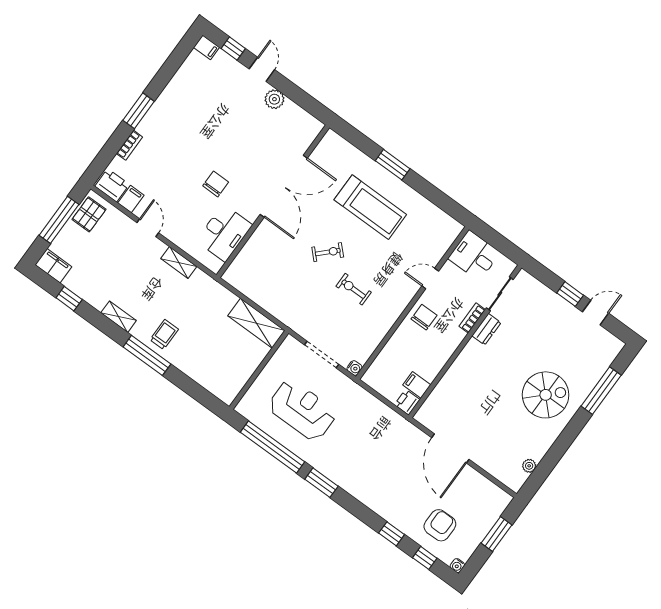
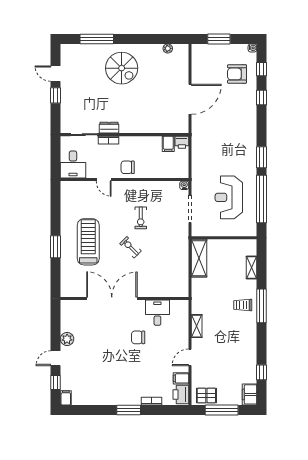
desk: (224, 233) -> (157, 313), width x0.73
shelving: (119, 317) -> (251, 267), moved
spiral stairs: (546, 395) -> (122, 68), turned 180

